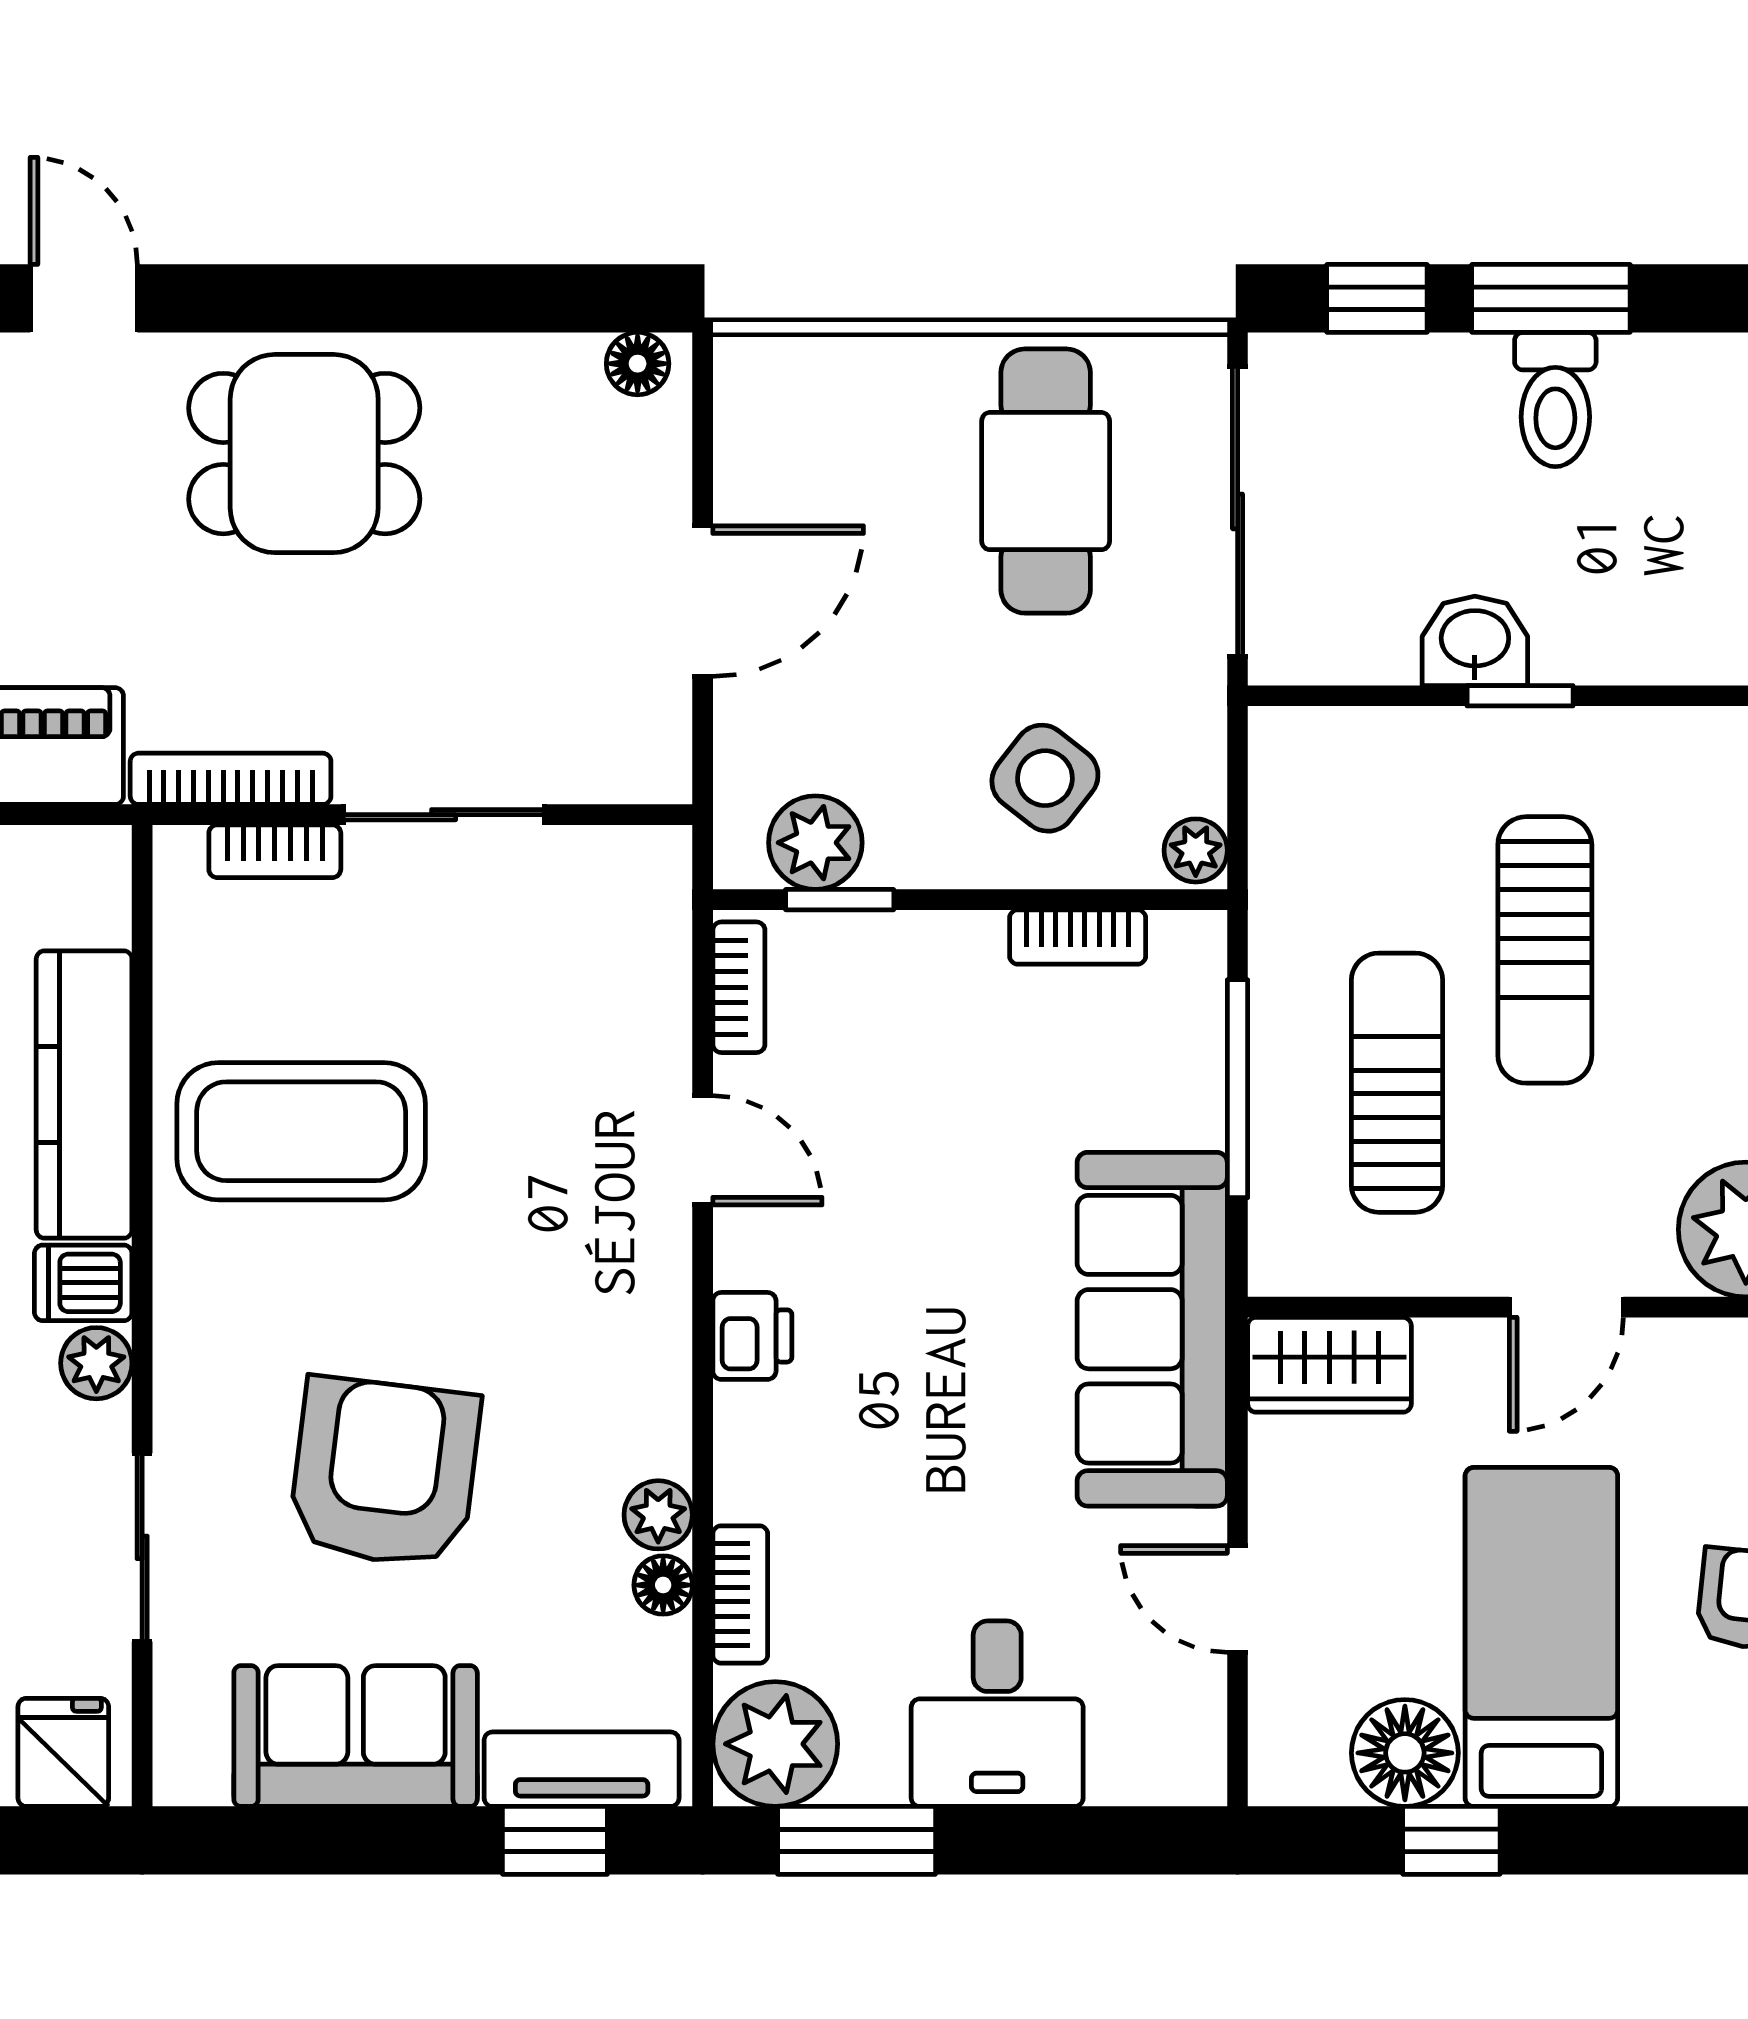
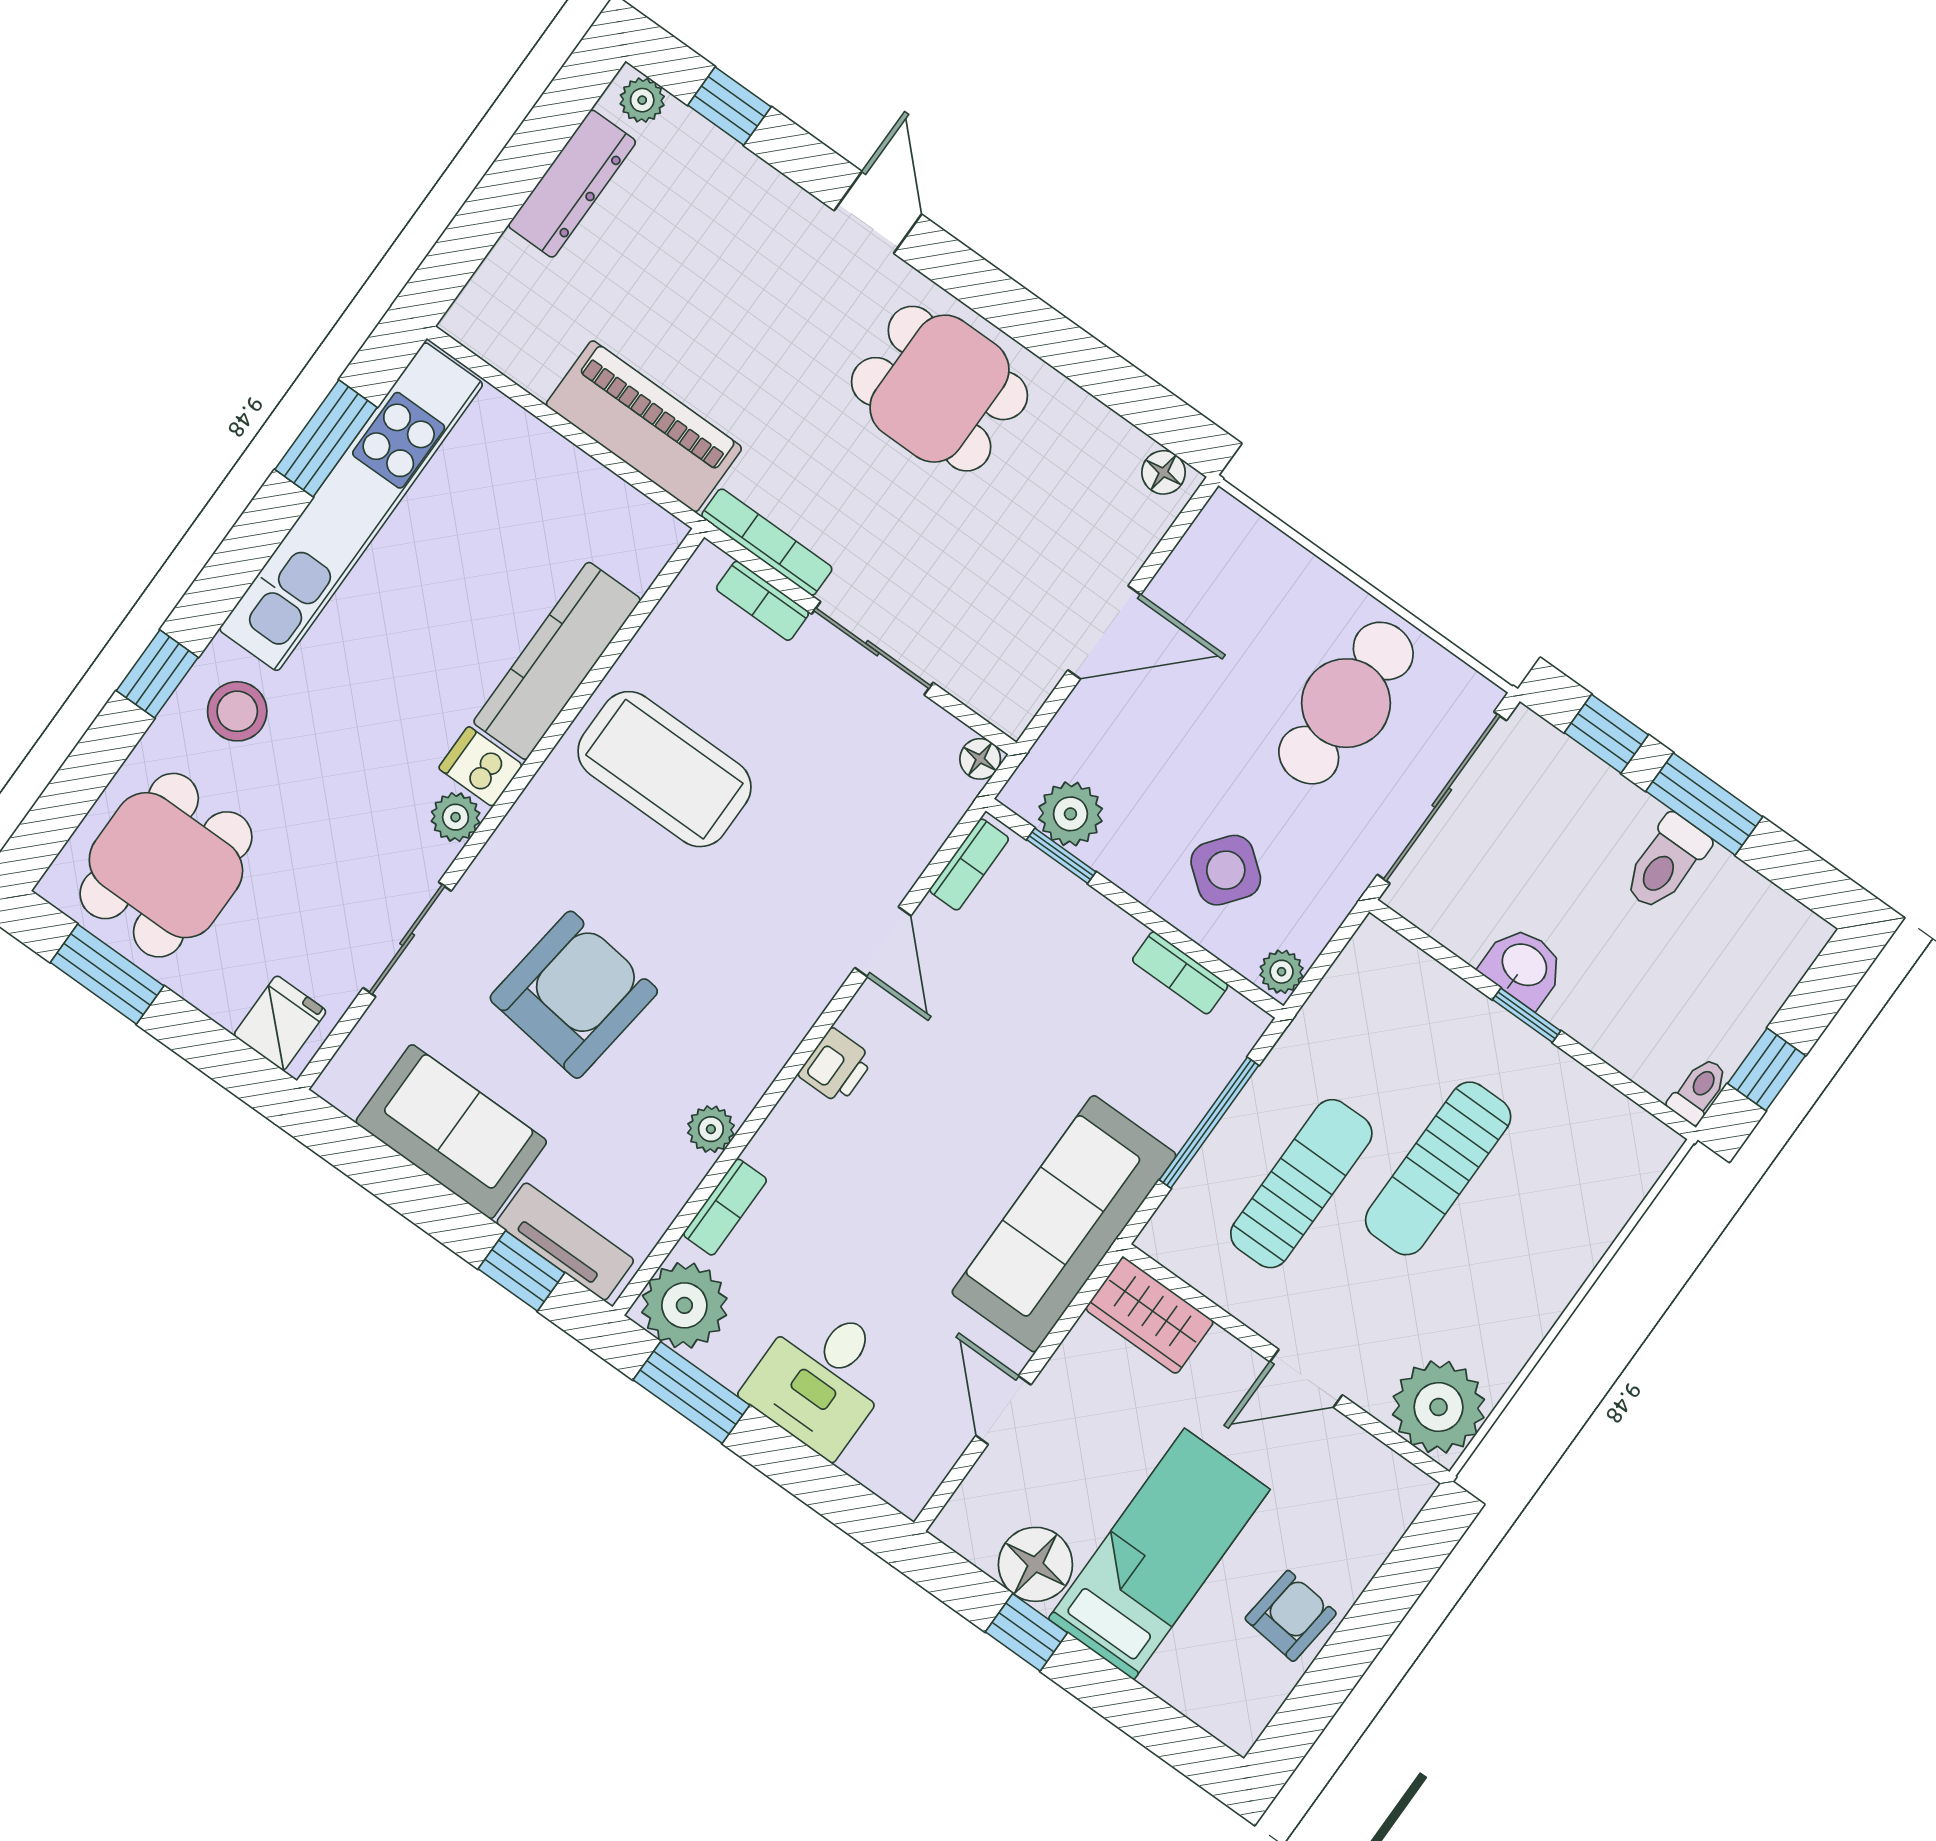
floor lamp: (663, 1585) -> (980, 759), moved

